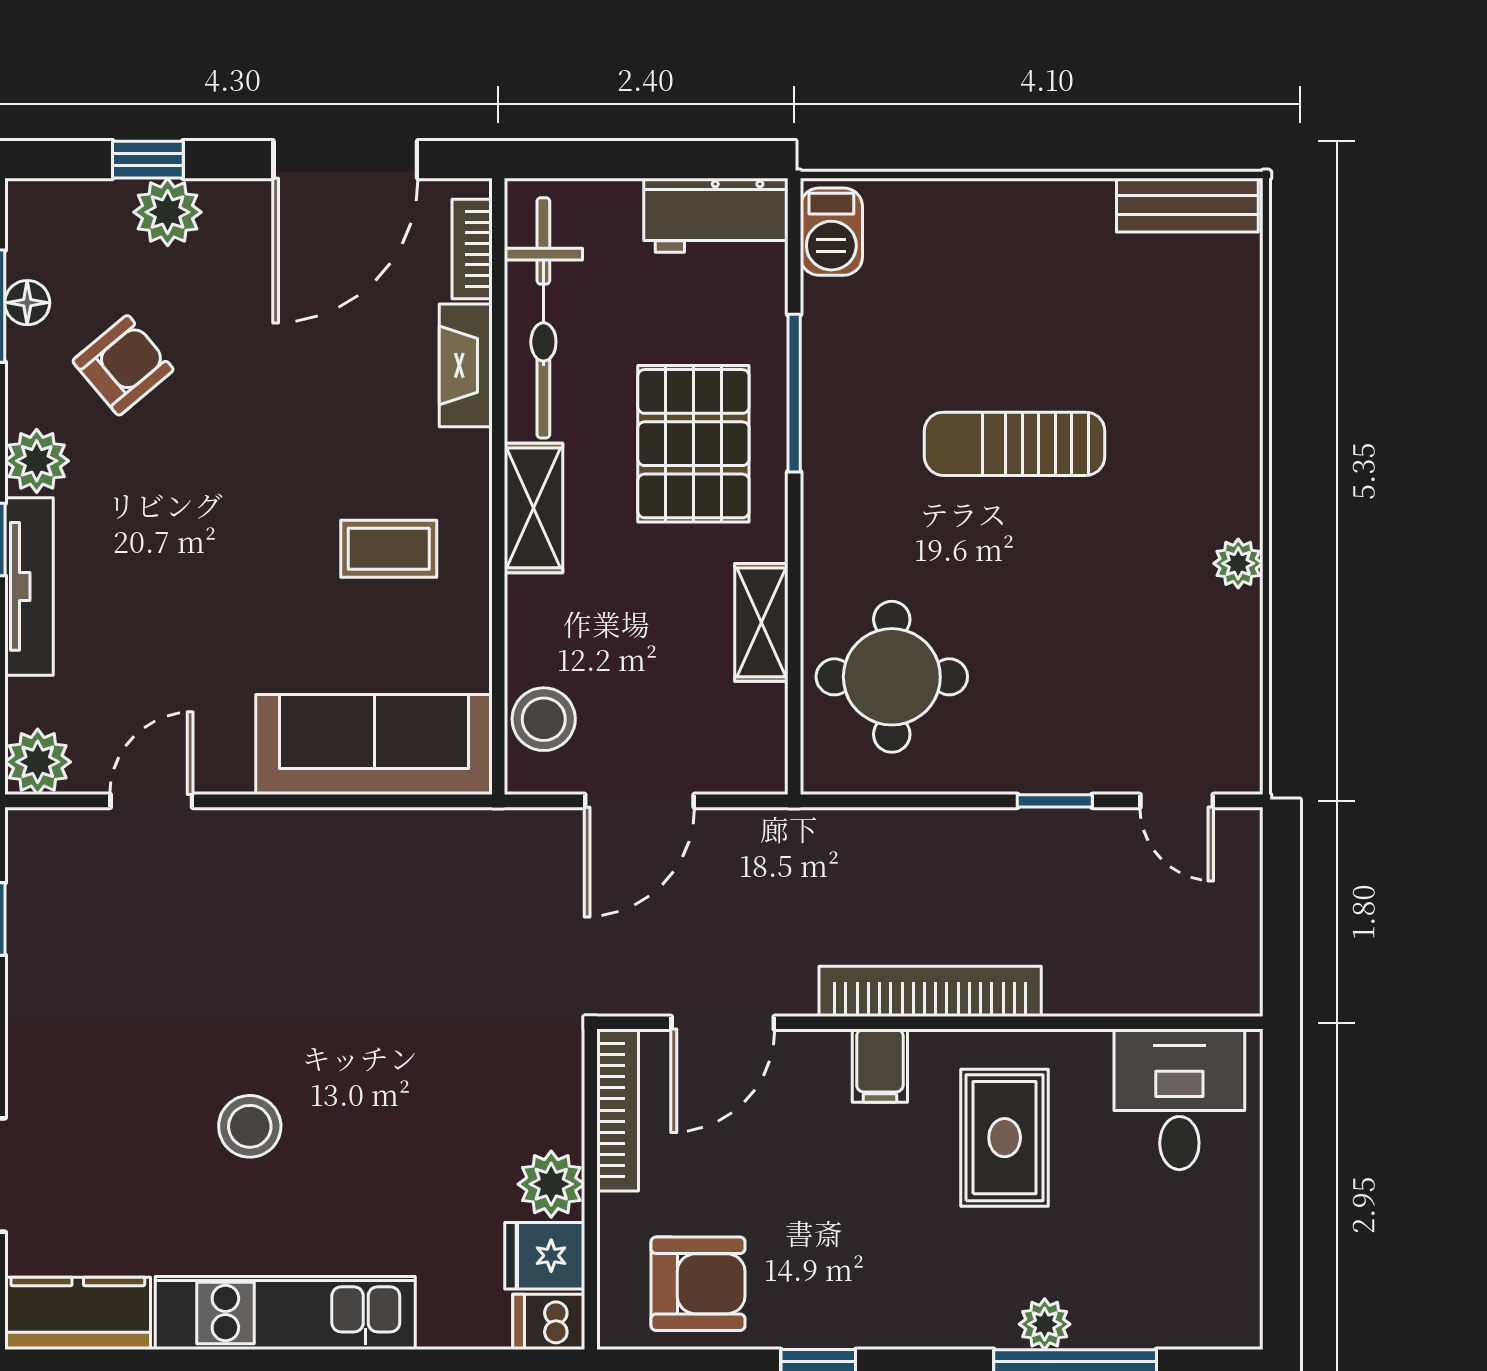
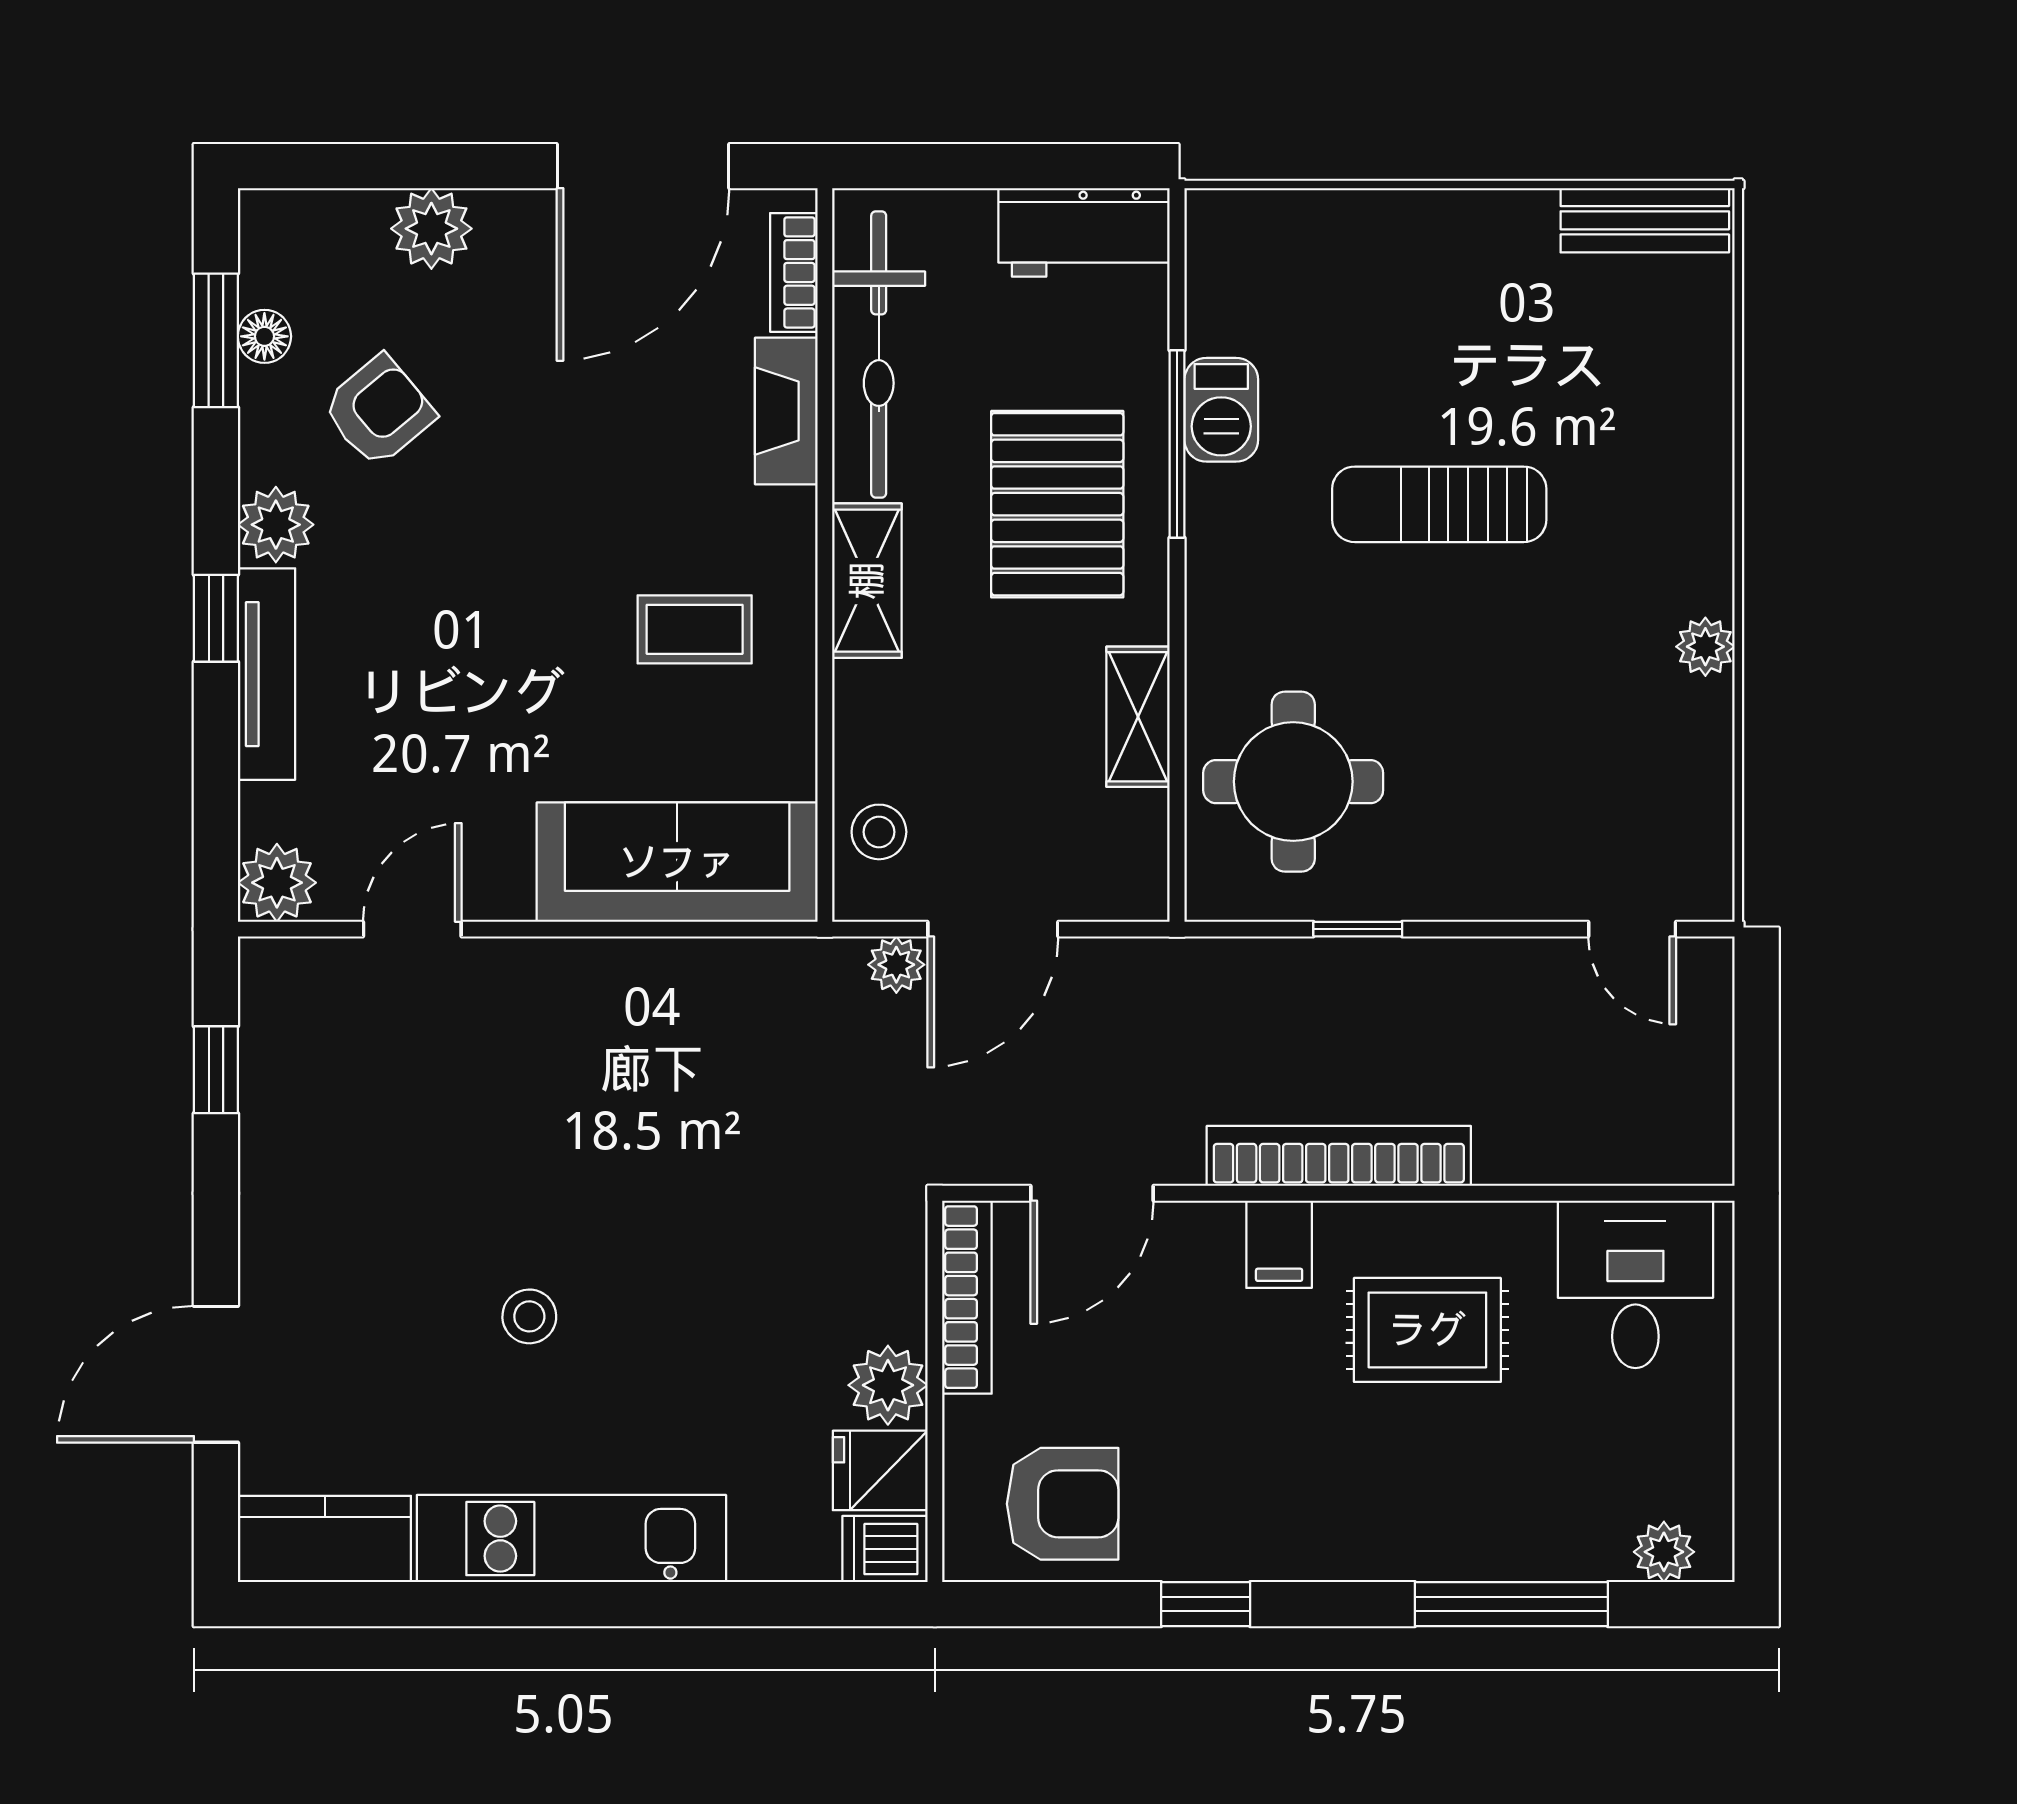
window: (148, 160) -> (408, 166), removed
barbecue: (831, 232) -> (1221, 410), moved
stool: (544, 719) -> (879, 832), width x0.73, depth x0.73
window: (1055, 801) -> (1358, 929), moved
plant: (558, 831) -> (896, 965), added
stool: (250, 1126) -> (529, 1316), width x0.73, depth x0.73
rug: (1005, 1138) -> (1427, 1330), turned 90
plant: (1045, 1324) -> (1664, 1552), moved

